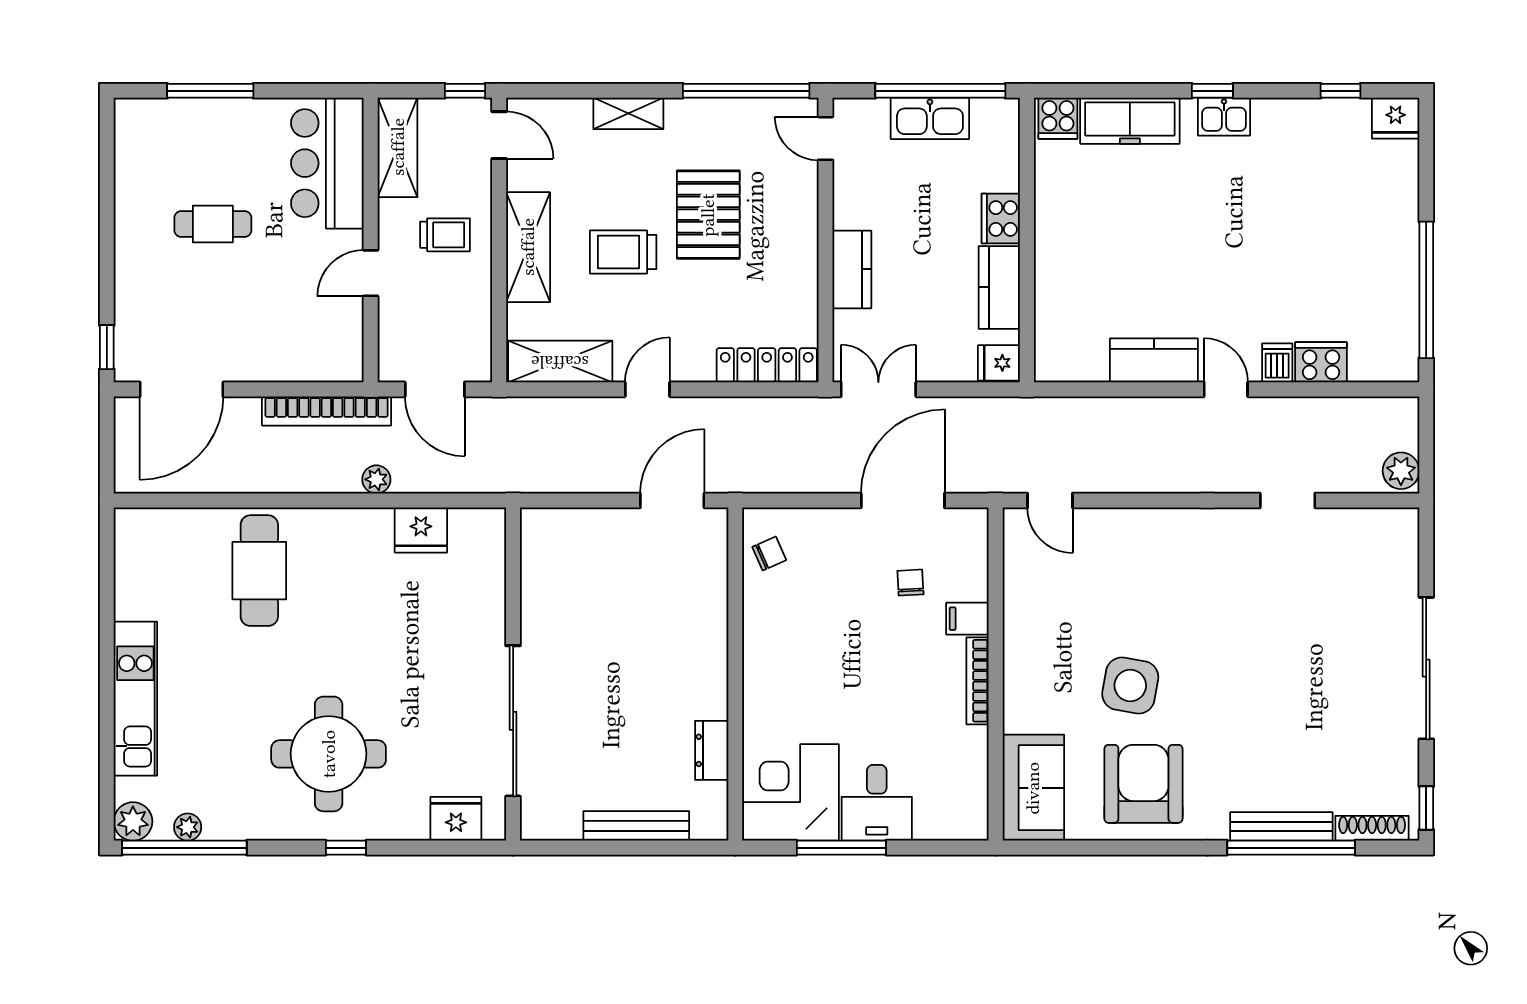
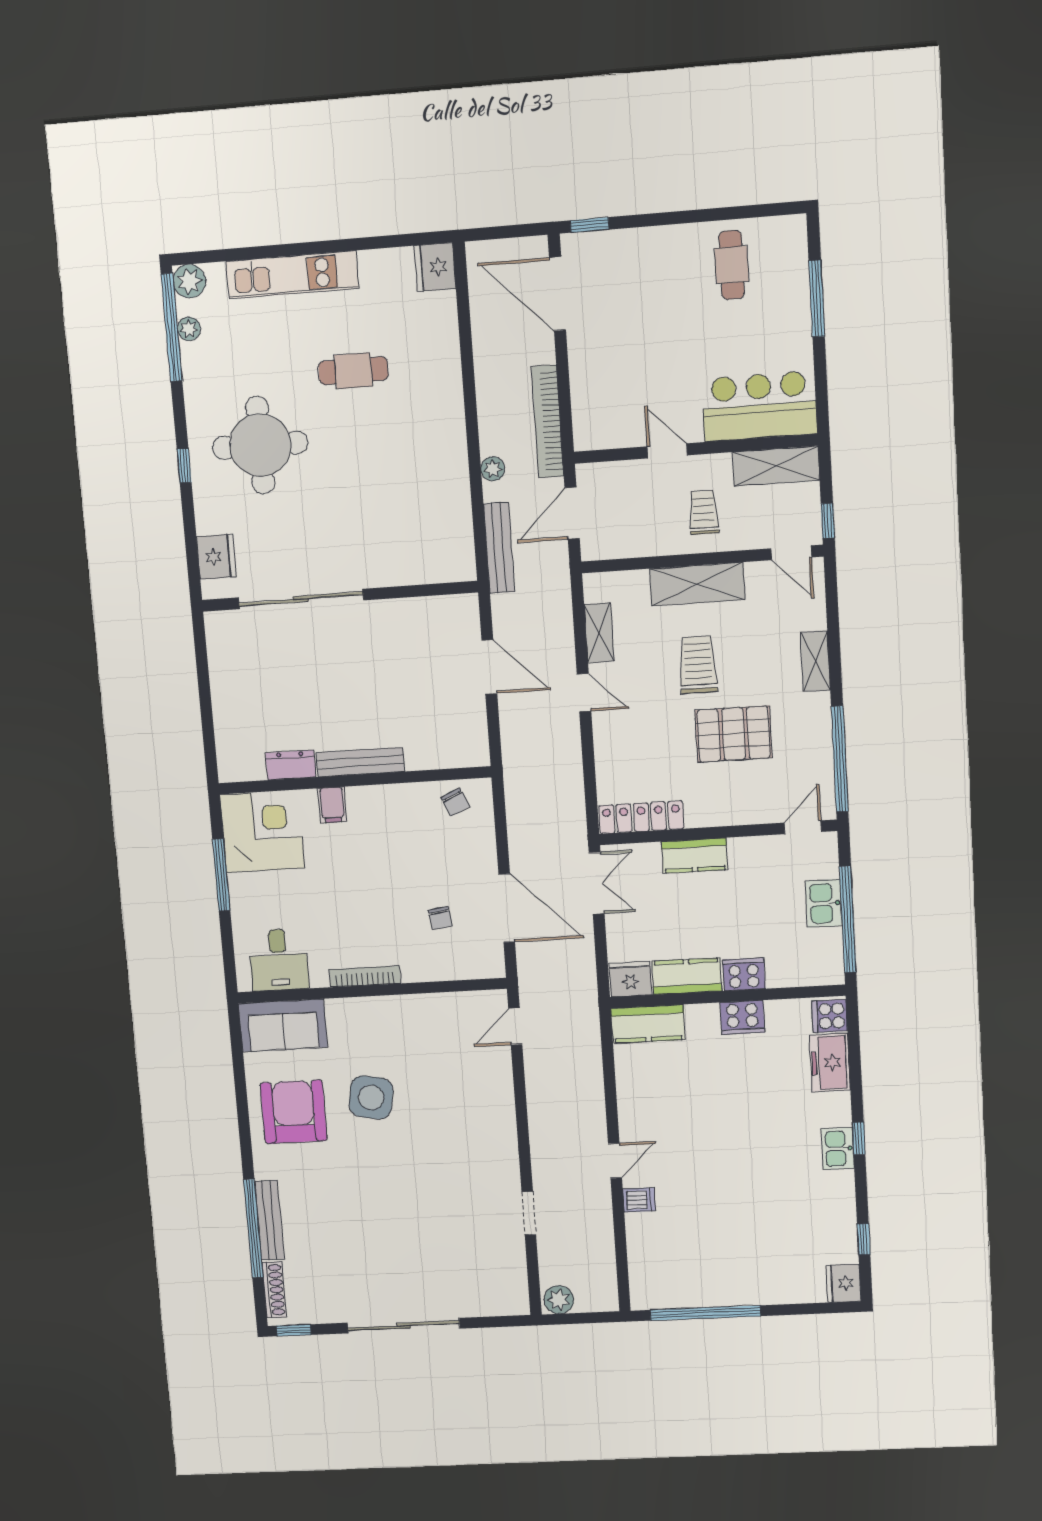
kitchen sink: (930, 118) -> (824, 903), width x0.73
freezer: (1130, 121) -> (830, 1063), width x0.71
door: (499, 135) -> (791, 553), hinge flipped
cafe table: (213, 224) -> (732, 265), moved
trolley: (445, 235) -> (704, 513), turned 180
kitchen counter: (1154, 360) -> (648, 1024), moved, turned 90
shelving: (560, 362) -> (599, 633), width x0.67, depth x0.75
cooker: (1321, 362) -> (742, 1017), moved, turned 90
fridge: (999, 363) -> (630, 979), width x1.38
locker: (767, 365) -> (641, 817), moved, turned -90
bench: (469, 479) -> (499, 548), added
door: (672, 500) -> (489, 667), moved
fridge: (421, 530) -> (435, 267), moved
cafe table: (259, 571) -> (353, 371), moved, width x0.73, depth x0.74
chair: (910, 583) -> (440, 918), turned 84
filing cabinet: (967, 619) -> (332, 805), moved, turned 180
armchair: (1143, 784) -> (294, 1112), turned -90
desk: (877, 803) -> (279, 960), moved, turned -90
bench: (636, 826) -> (360, 762), moved, turned 90

